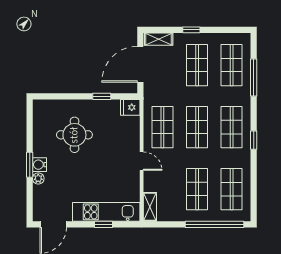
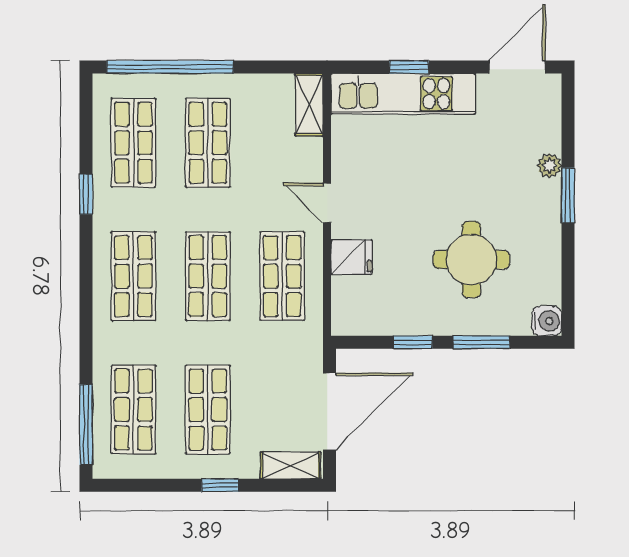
window: (254, 77) -> (86, 425), moved
window: (70, 96) -> (481, 342), added
fridge: (130, 107) -> (351, 257), moved
window: (254, 140) -> (86, 194), moved
water cooler: (39, 165) -> (547, 321), moved

